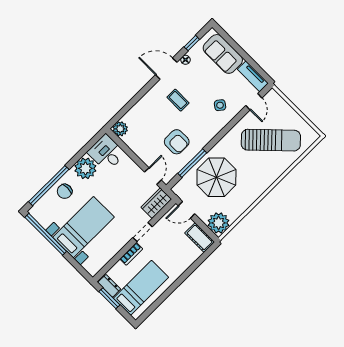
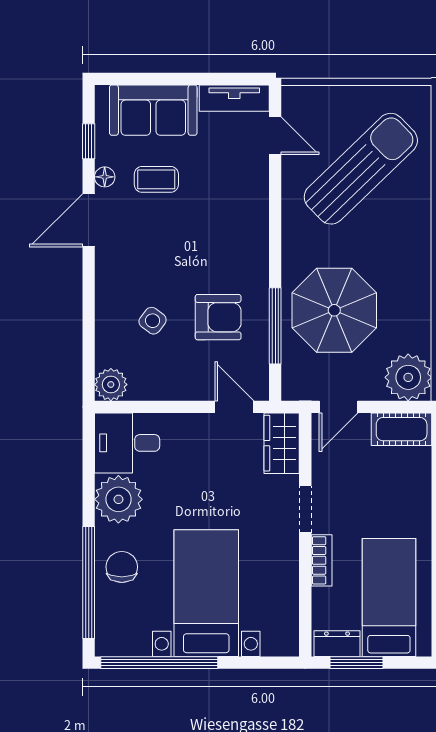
coffee table: (178, 100) -> (156, 179), moved
side table: (220, 105) -> (153, 321), moved
chair: (65, 191) -> (122, 567), turned 180

